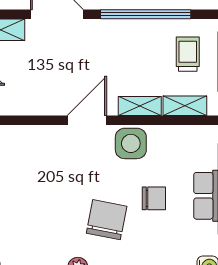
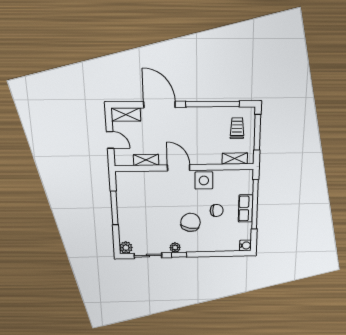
shelving: (140, 106) -> (146, 160), moved
door: (87, 120) -> (179, 168), hinge flipped

